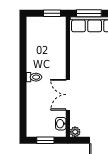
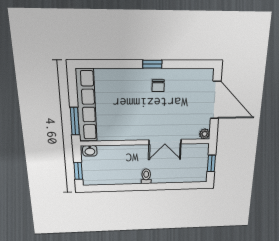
window: (52, 13) -> (78, 171), moved
washbasin: (61, 124) -> (90, 151), moved

